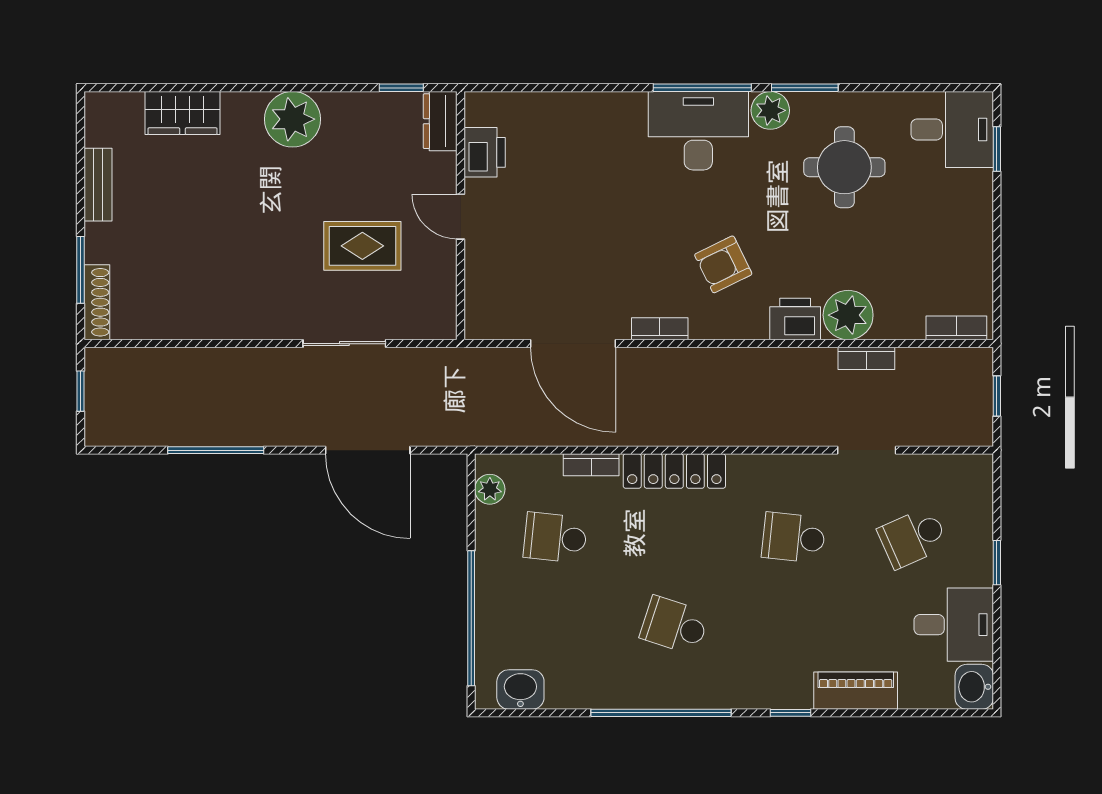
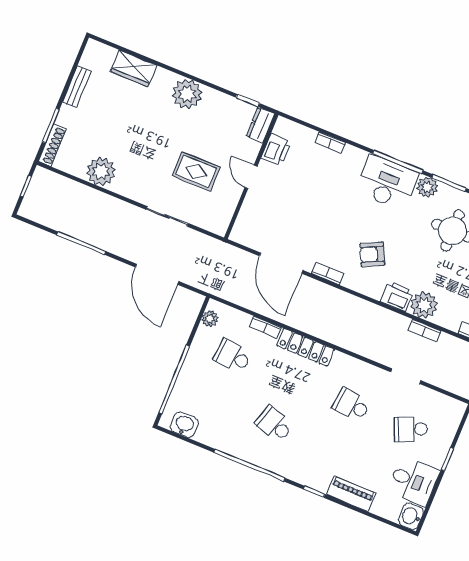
bookcase: (572, 102) -> (330, 143), added
plant: (199, 313) -> (101, 171), added

